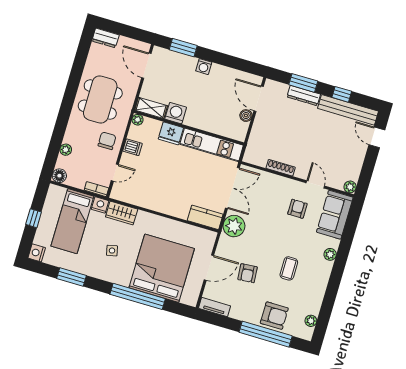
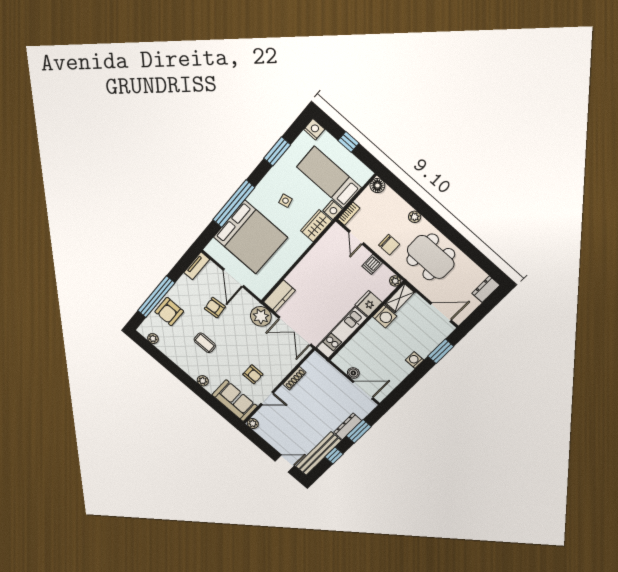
plant: (66, 150) -> (415, 217), moved

